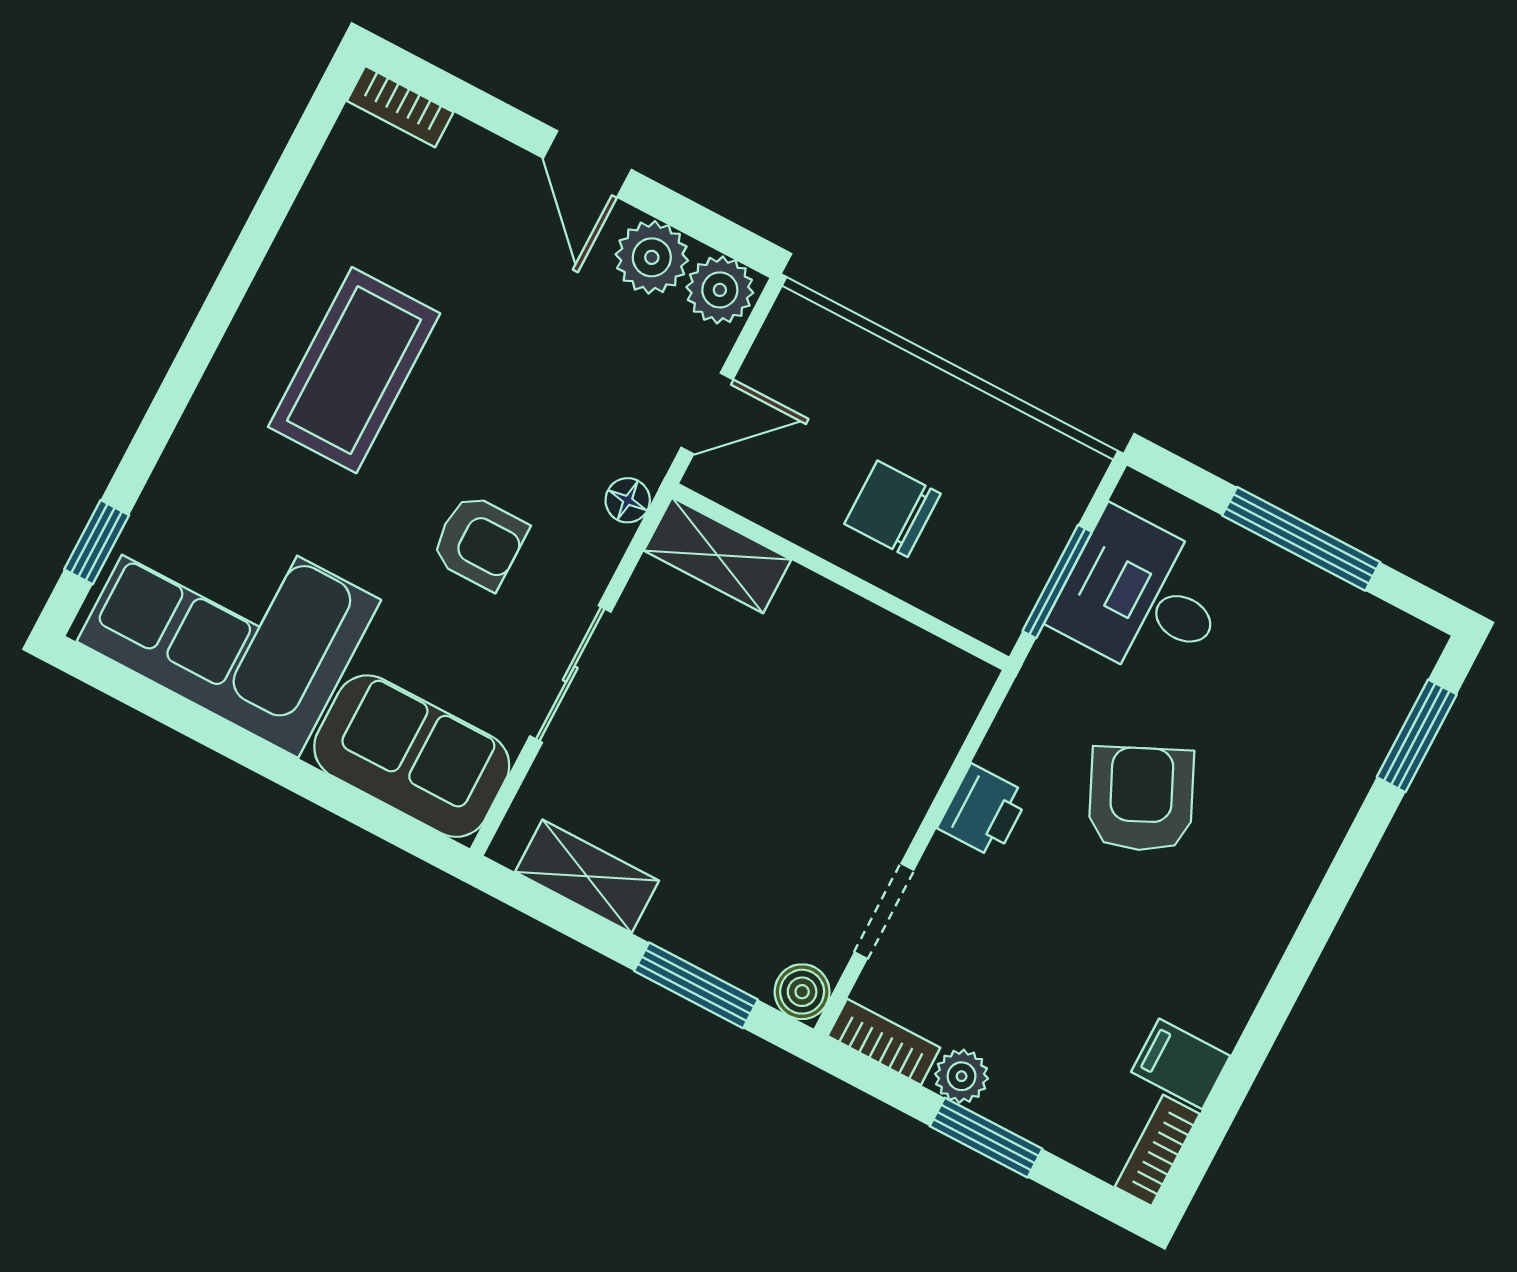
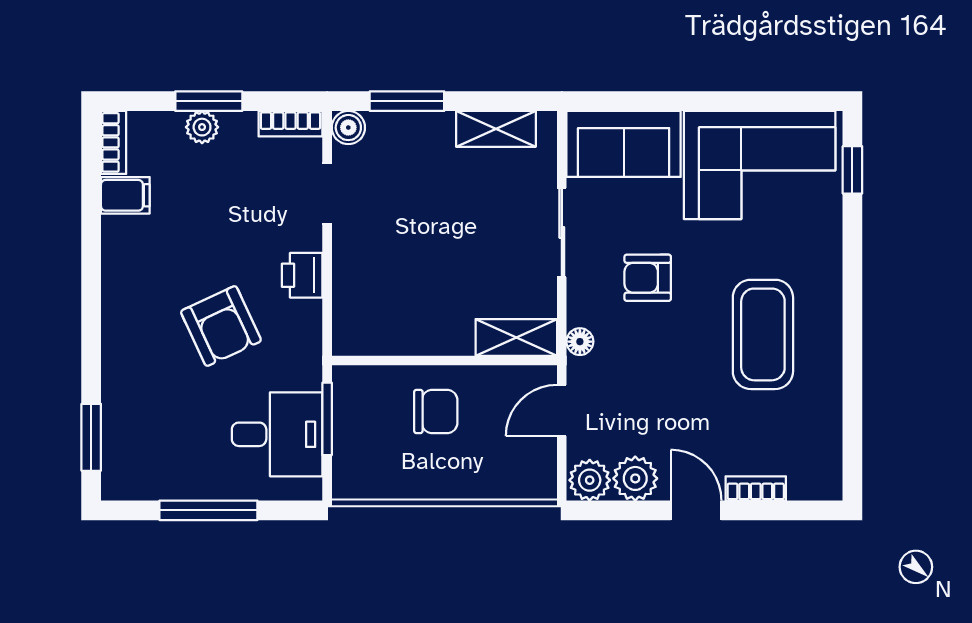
bookcase: (400, 107) -> (756, 488), moved
plant: (962, 1076) -> (202, 127), moved

